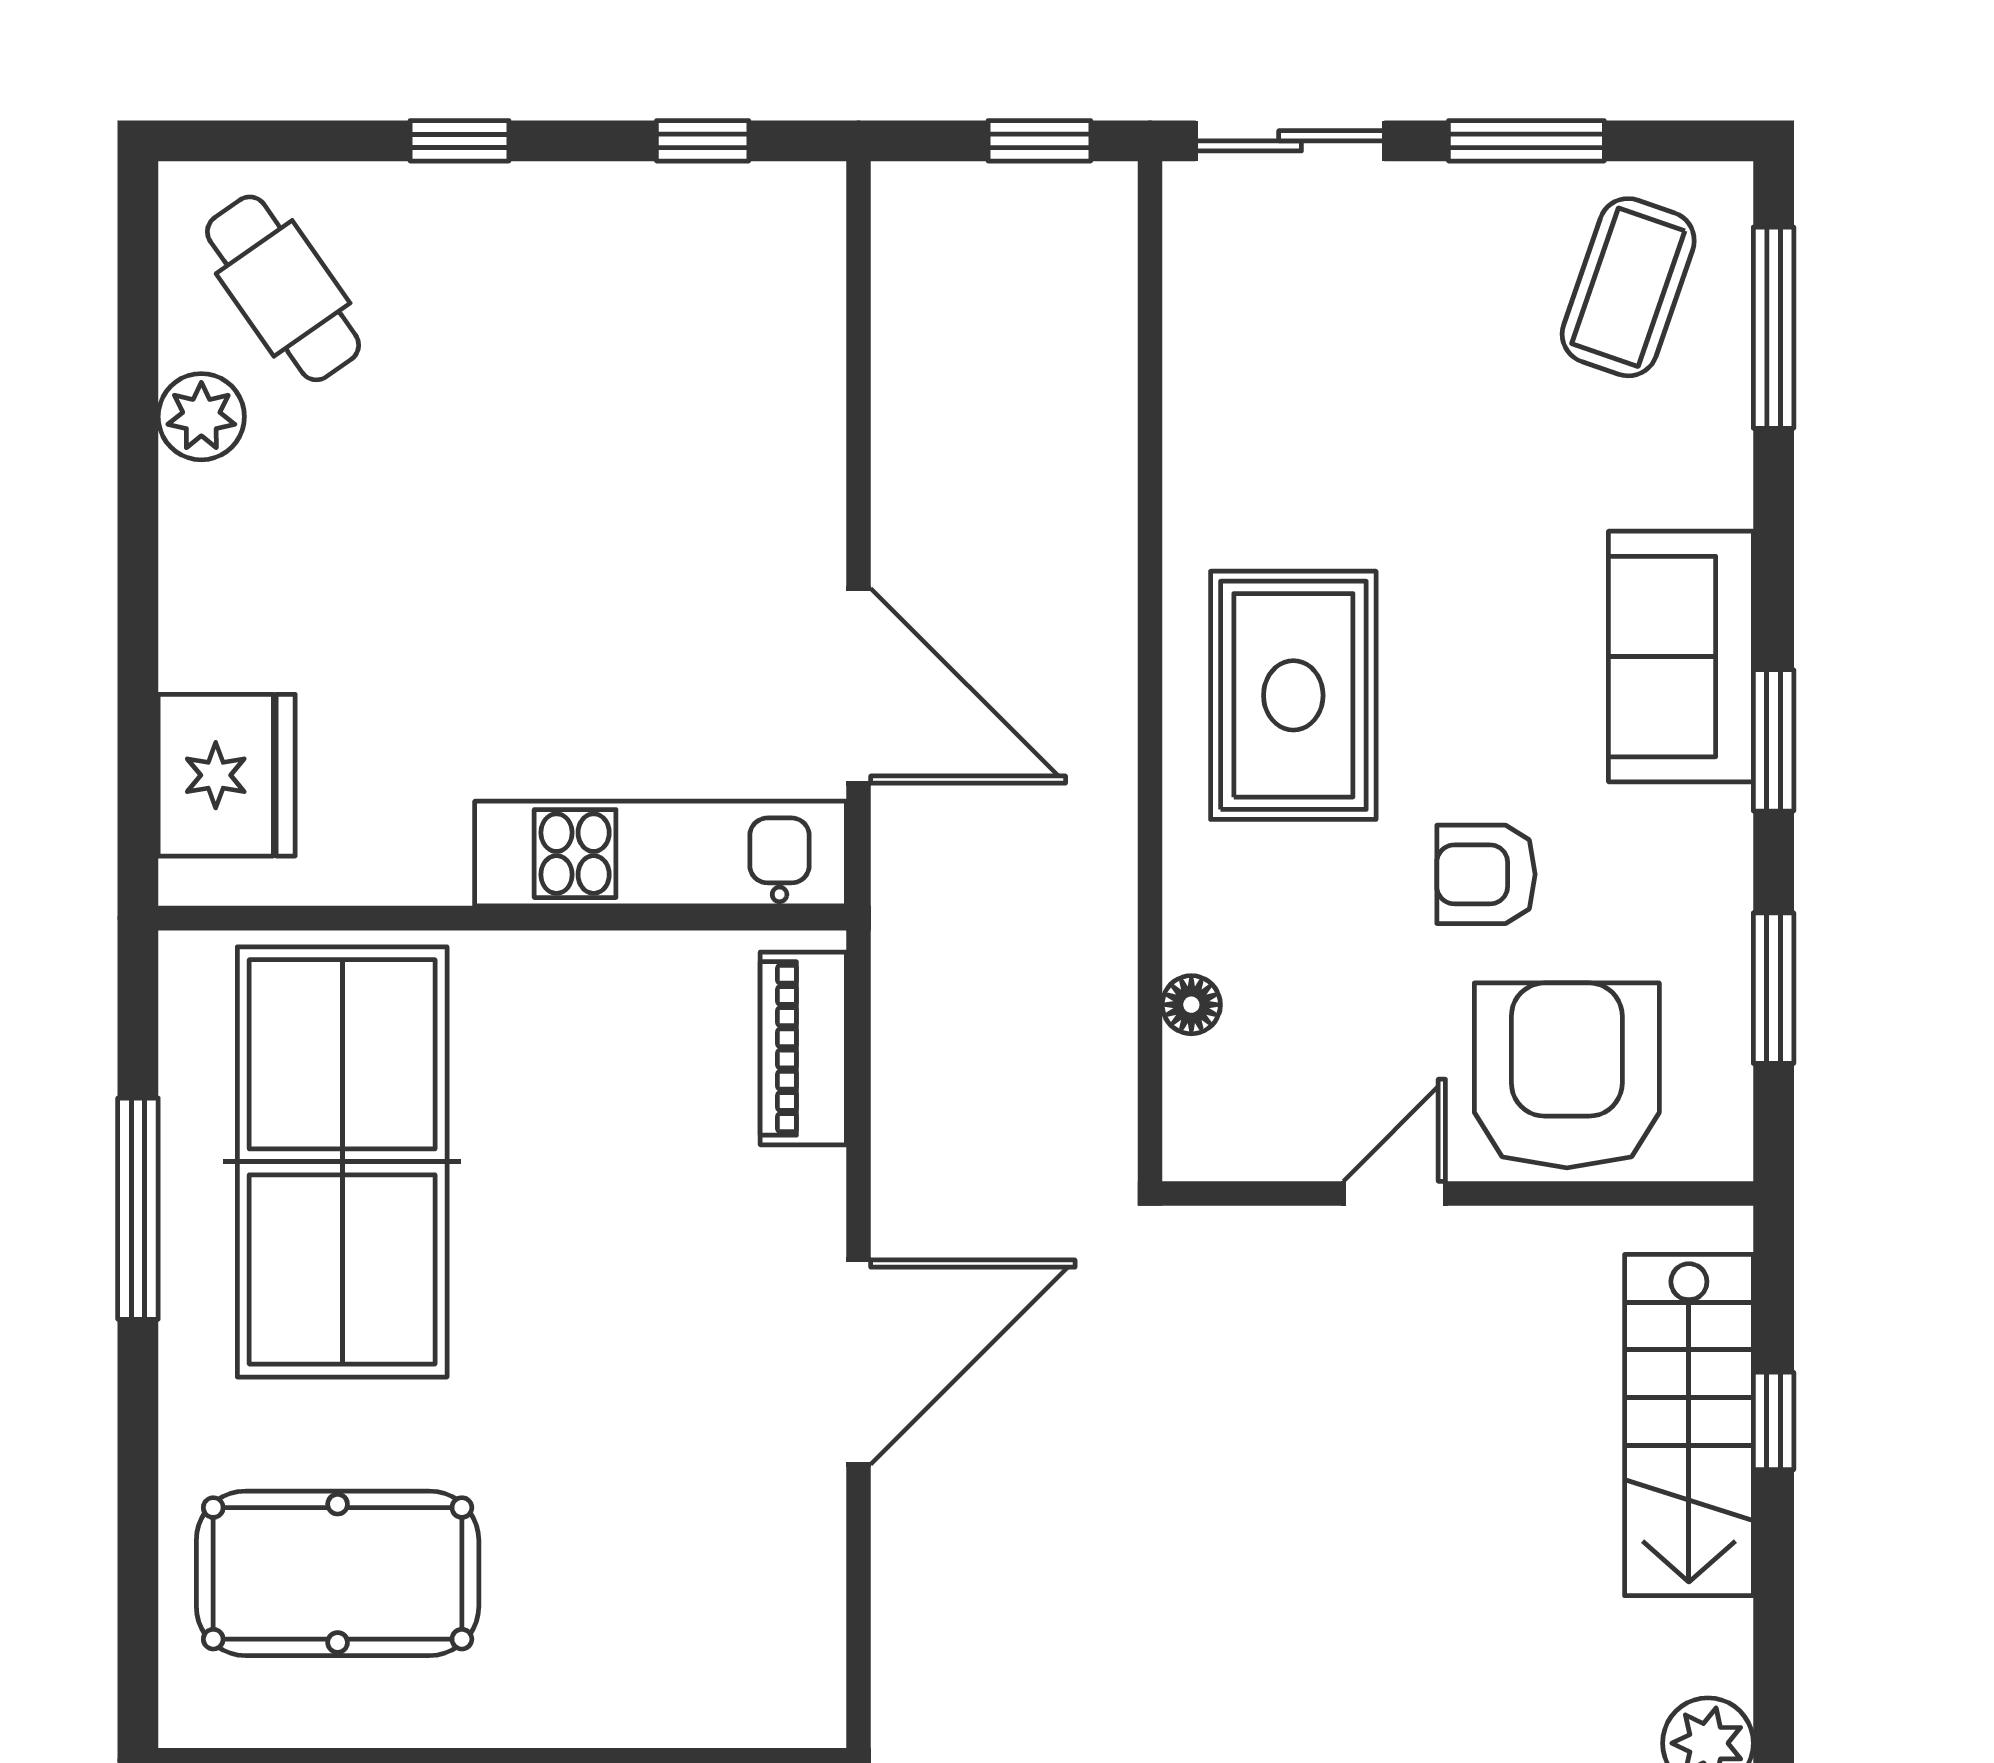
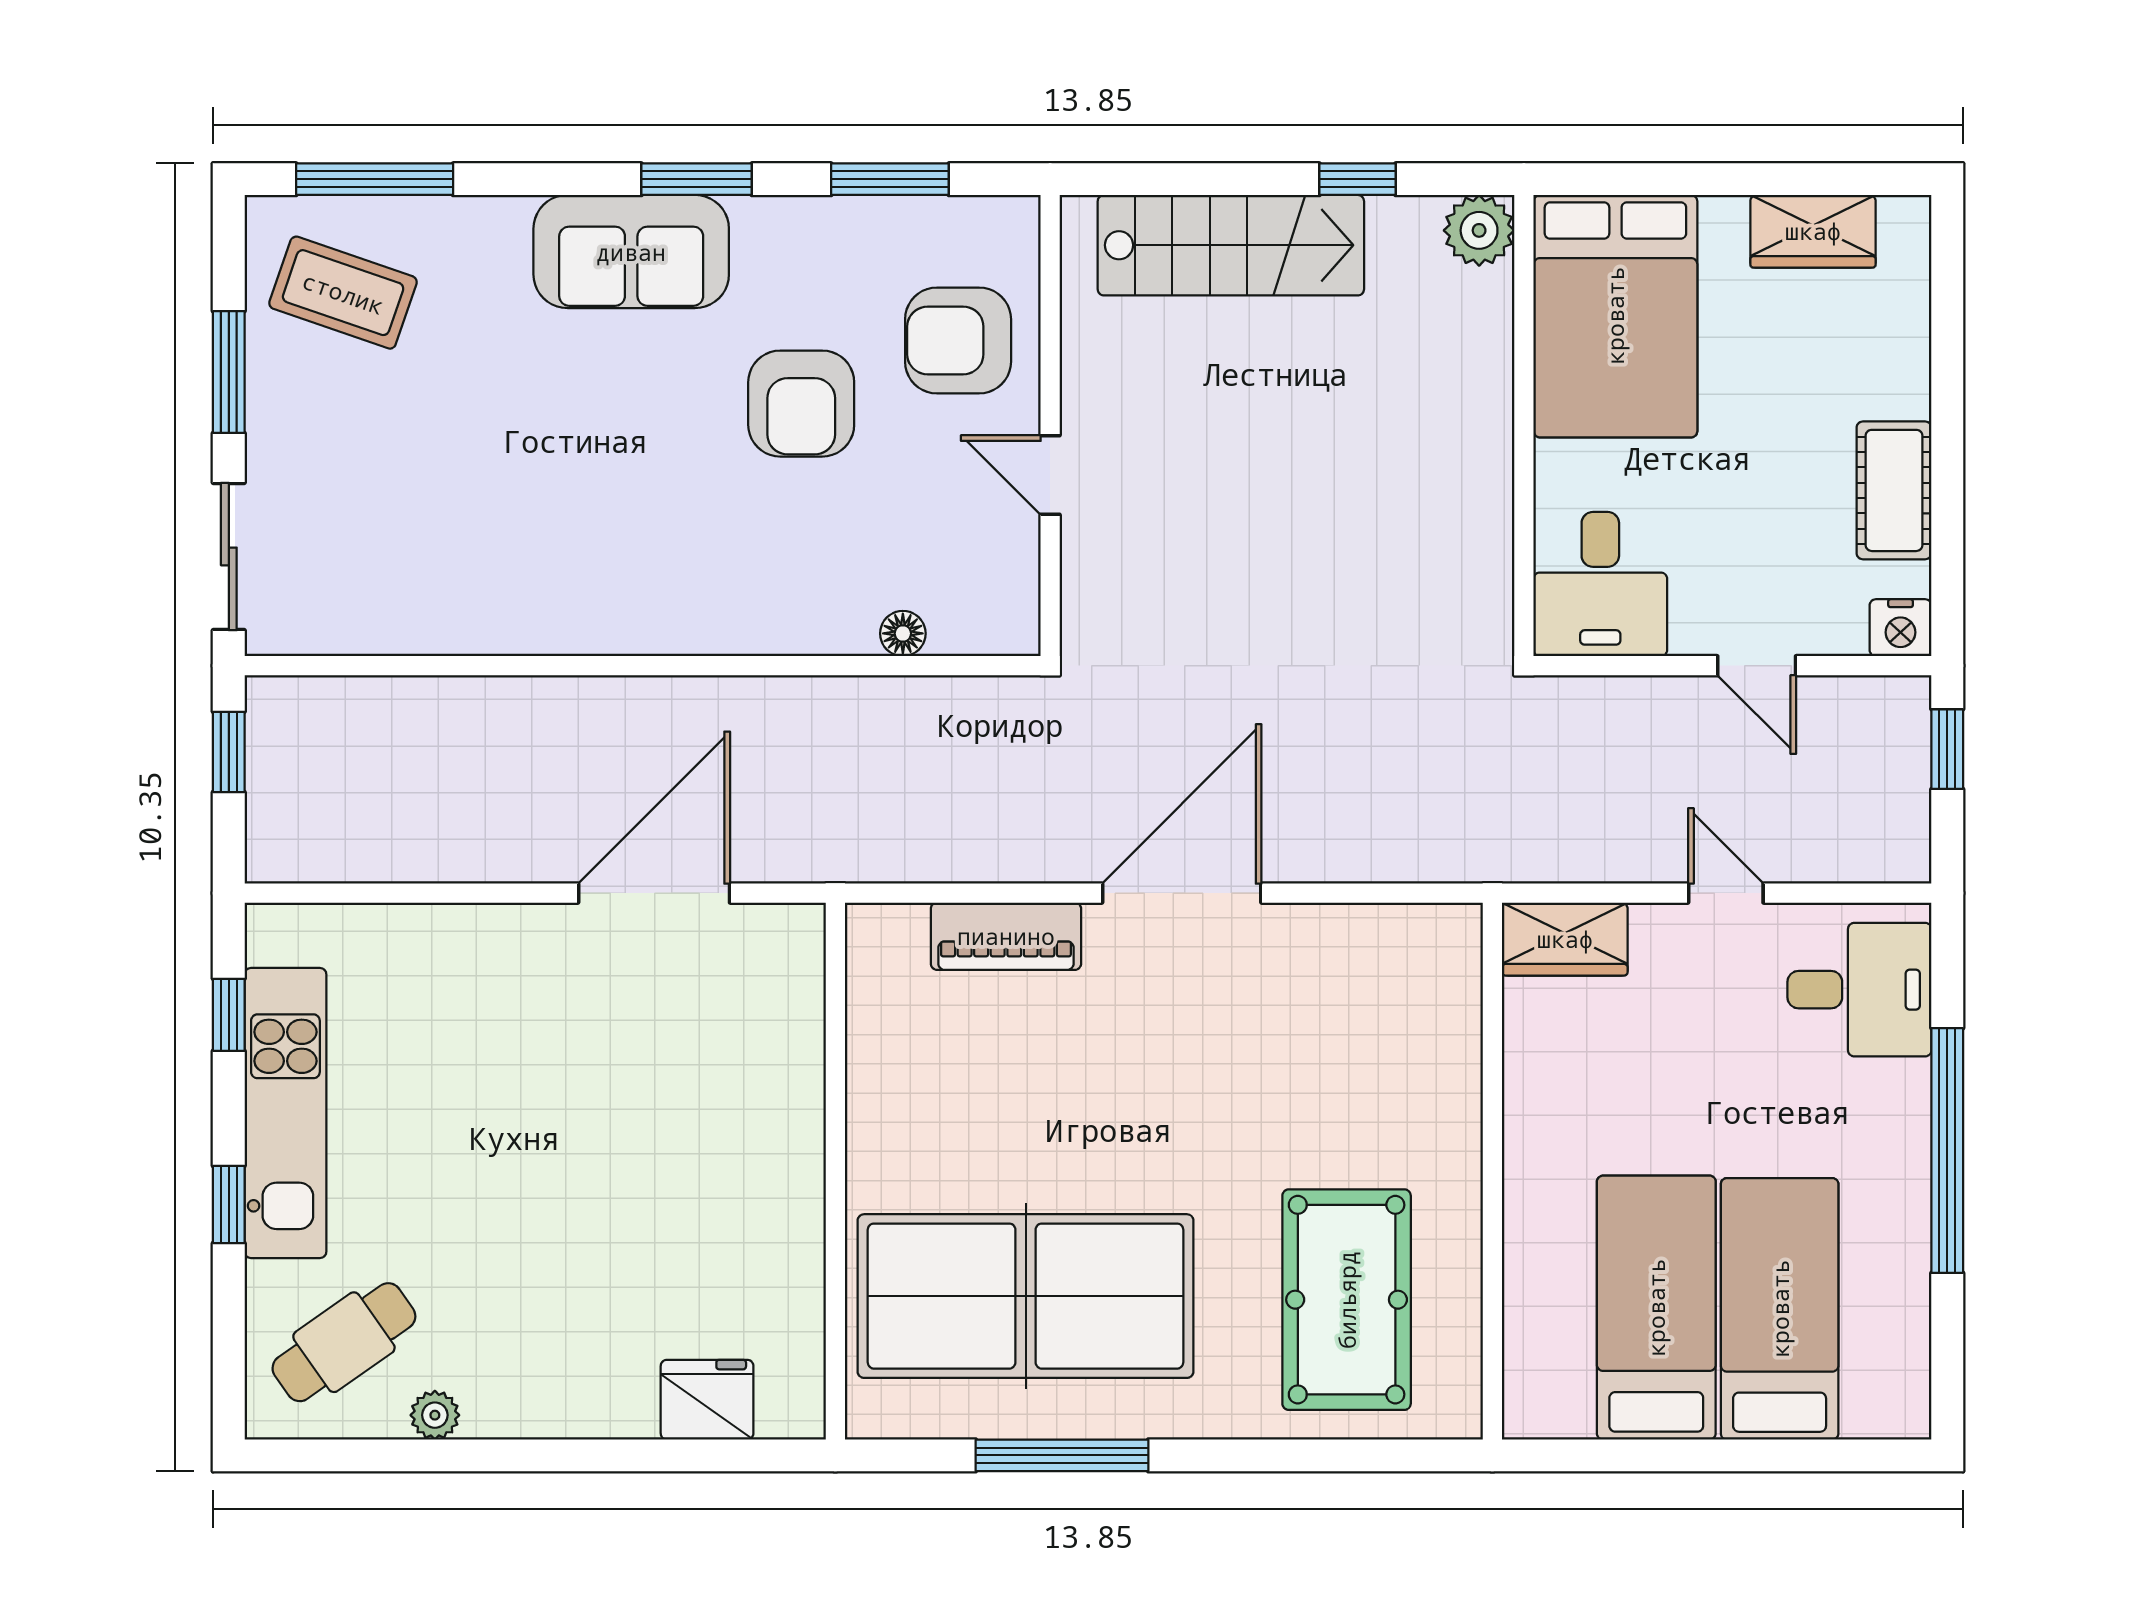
plant: (201, 417) -> (435, 1415), width x0.73, depth x0.73
rug: (1293, 695) -> (661, 554), removed
fridge: (227, 775) -> (707, 1400), width x0.73, depth x0.75
kitchen unit: (661, 854) -> (285, 1113), moved, turned 180
armchair: (1486, 874) -> (801, 404), width x1.38, depth x1.38
piano: (803, 1048) -> (1006, 936), moved
armchair: (1567, 1075) -> (958, 340), width x0.73, depth x0.73
door: (859, 1362) -> (1182, 893), hinge flipped
window: (1774, 1421) -> (1357, 179), moved

